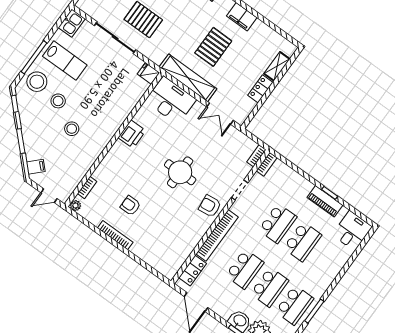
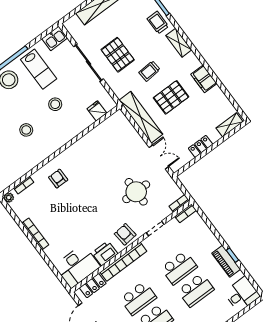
trolley: (182, 26) -> (149, 71), added
shelving: (277, 66) -> (230, 125), moved
fridge: (148, 73) -> (97, 111), moved
desk: (171, 100) -> (77, 266), moved, turned 90
stool: (58, 101) -> (55, 104), moved
double door: (220, 114) -> (159, 157), swing flipped
printer: (132, 134) -> (105, 253), moved, turned 180
round table: (180, 172) -> (136, 192), moved
armchair: (130, 206) -> (58, 179), moved

